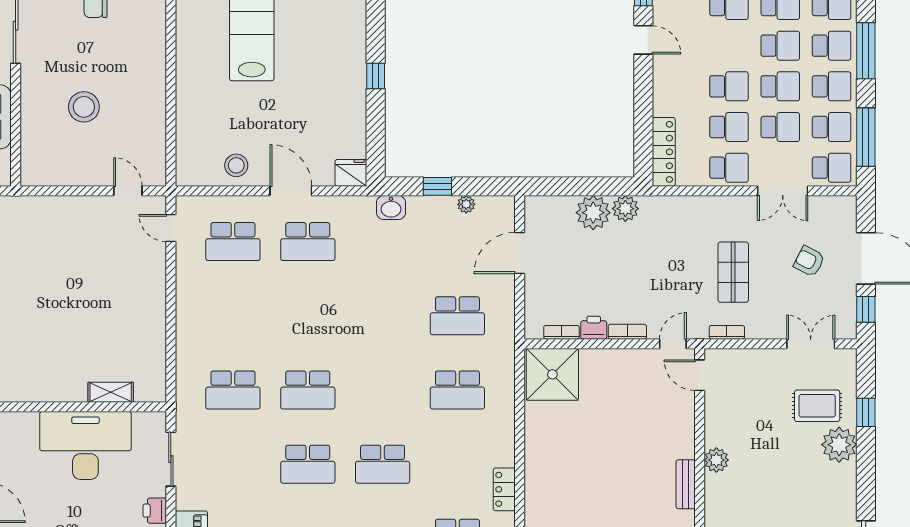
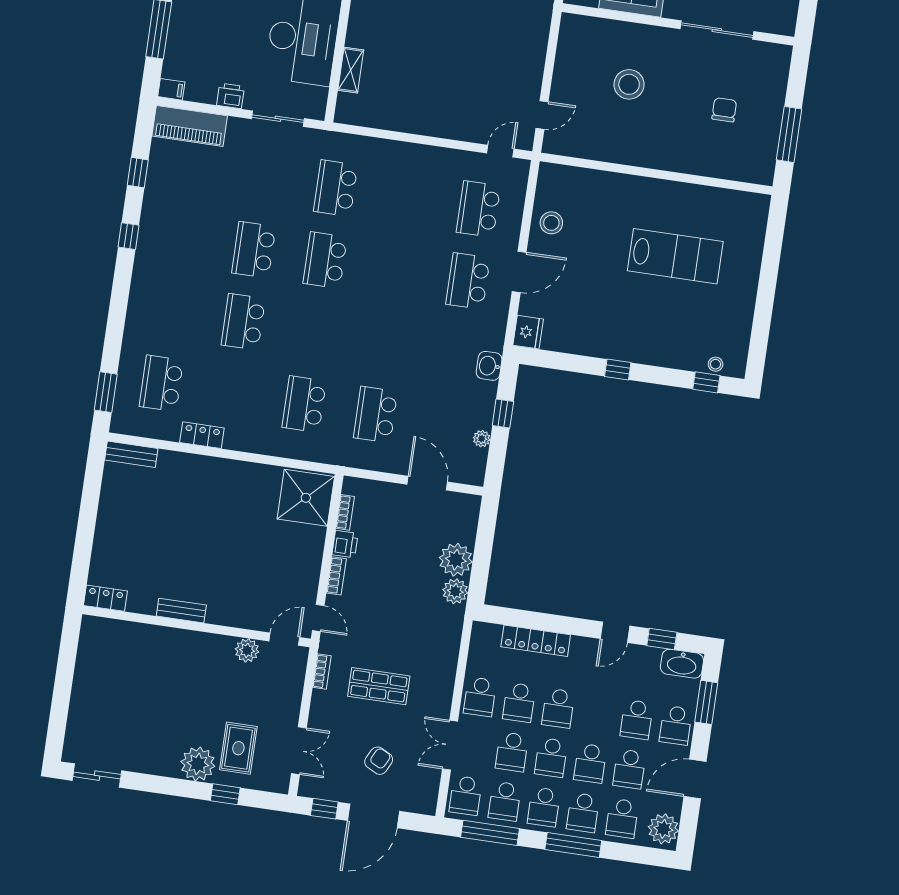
locker: (664, 152) -> (536, 641), moved
plant: (716, 460) -> (247, 650), moved

